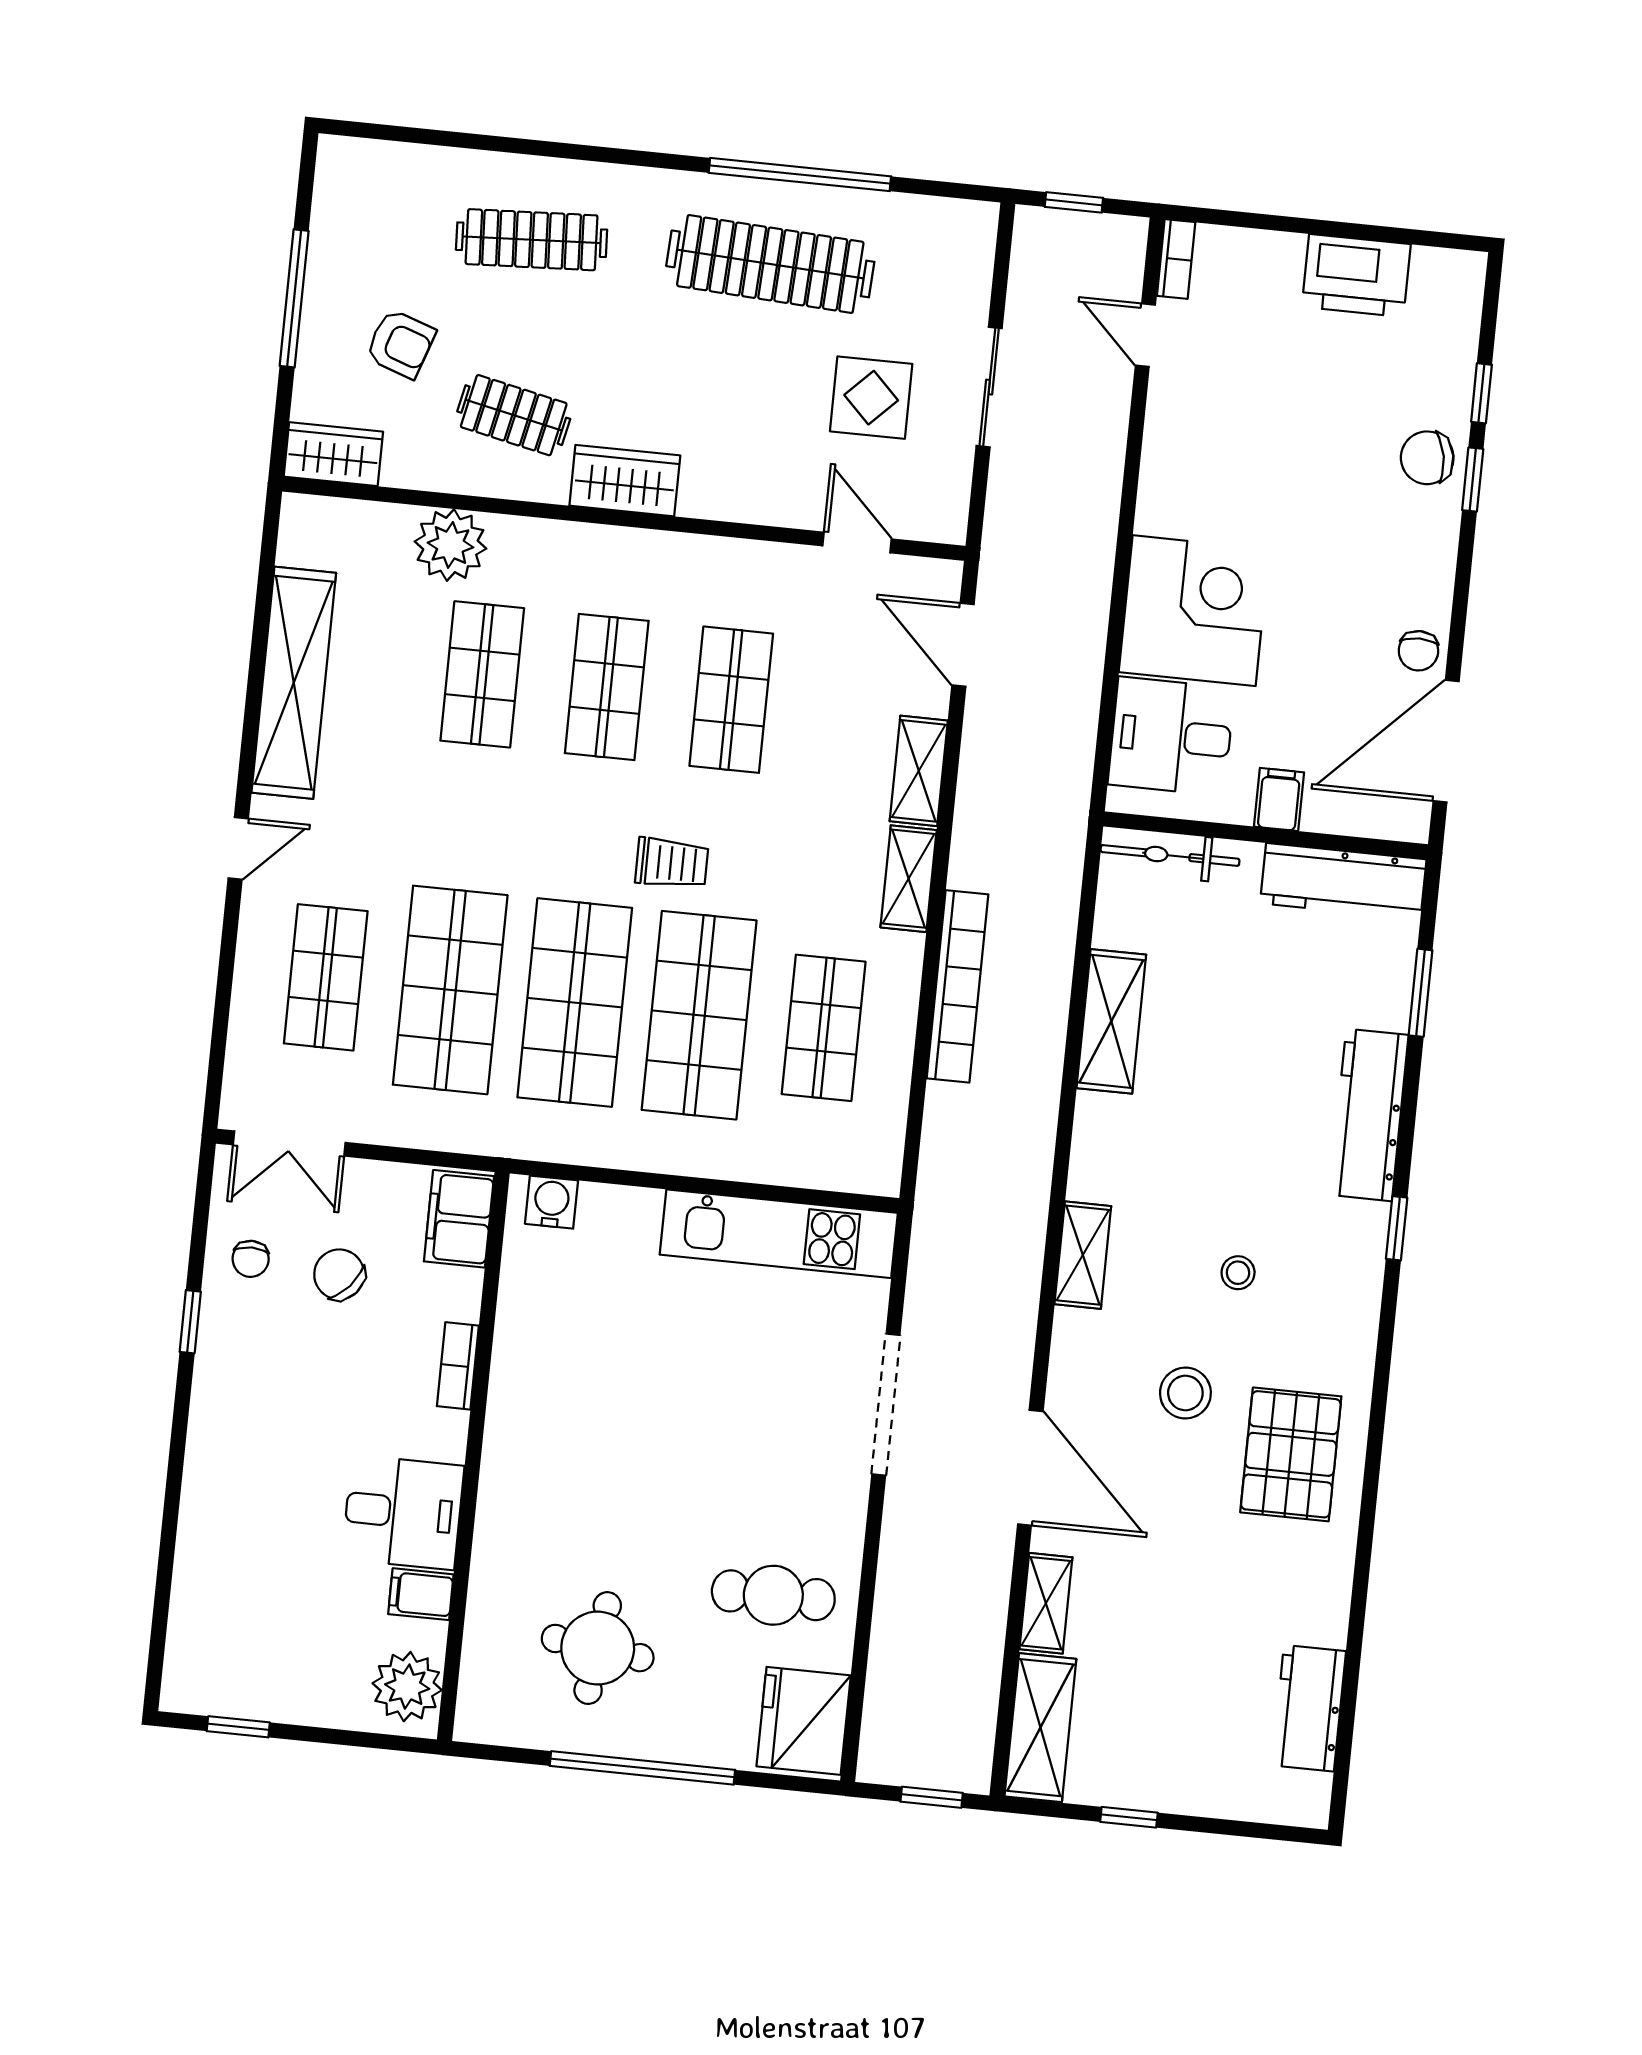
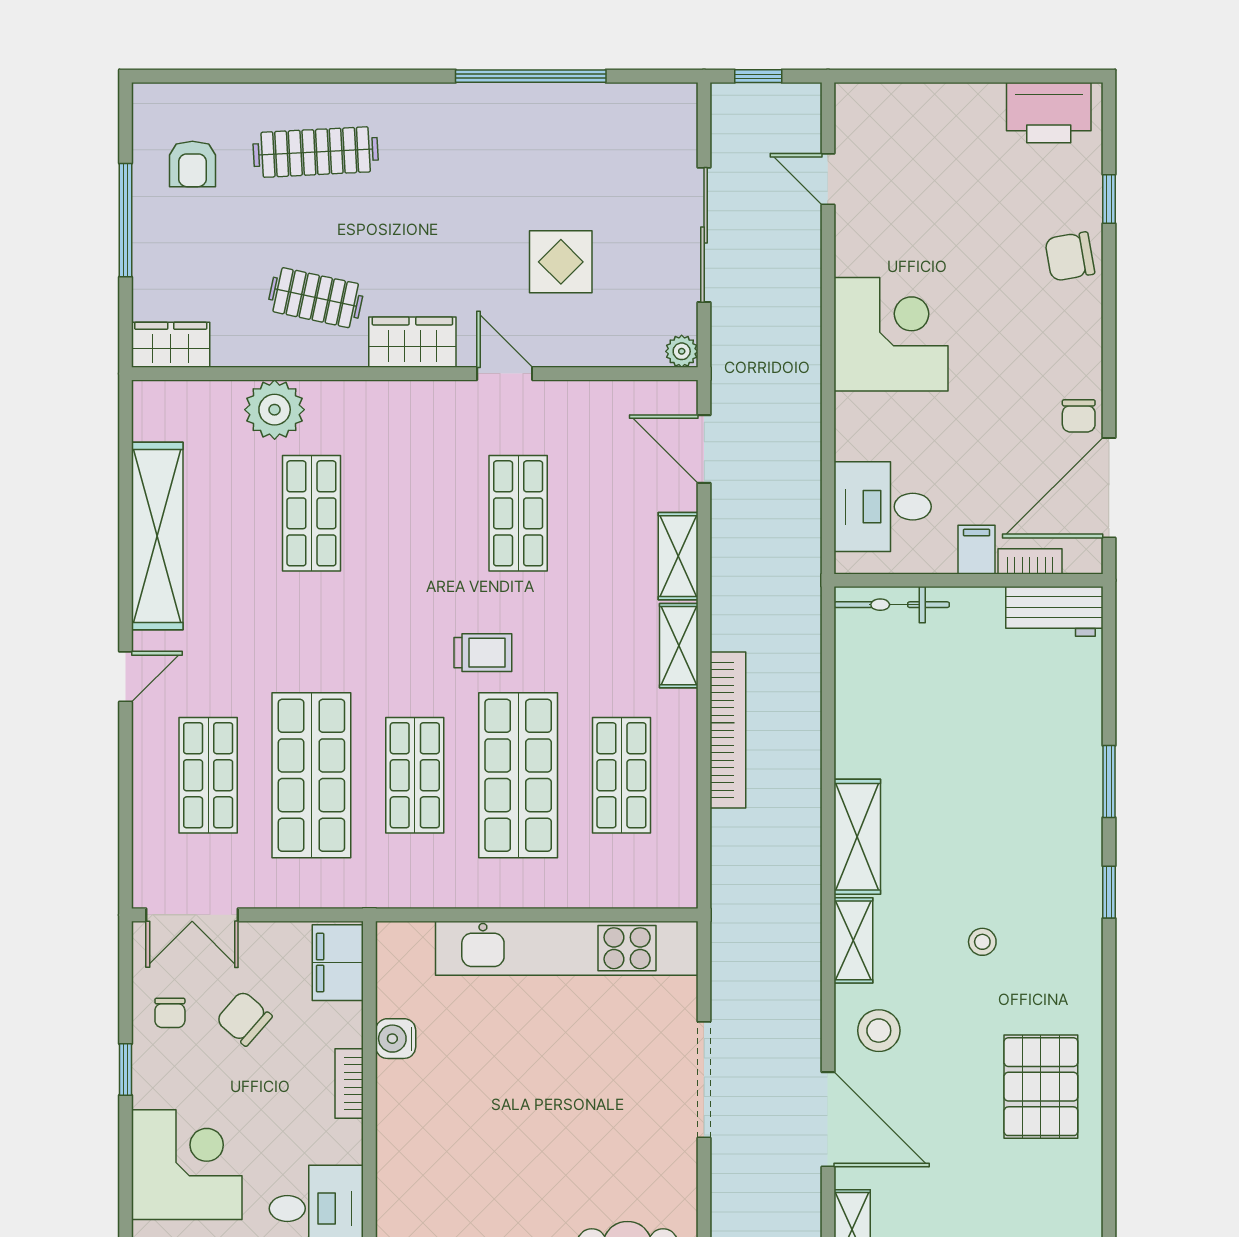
bookcase: (1176, 259) -> (1030, 561), moved, turned -90
clothes rail: (770, 264) -> (514, 152), removed
printer: (1356, 276) -> (1049, 113), moved
armchair: (401, 344) -> (192, 164), moved, turned 71
sliding door: (989, 387) -> (704, 235), width x1.37
display table: (871, 398) -> (561, 262), moved
window: (1473, 480) -> (1109, 271), removed
plant: (948, 524) -> (682, 351), added
door: (857, 542) -> (505, 374), moved
corner desk: (1194, 611) -> (891, 334), moved
shop shelf: (607, 687) -> (415, 513), removed
workbench: (1343, 881) -> (1054, 611), width x0.73
window: (1421, 993) -> (1109, 782), moved
shop shelf: (575, 1003) -> (415, 775), width x0.70, depth x0.74
shelving: (1111, 1021) -> (857, 837), moved
workbench: (1369, 1115) -> (1077, 801), removed
water cooler: (552, 1202) -> (396, 1039), moved, turned -90
kitchen unit: (779, 1234) -> (567, 948), width x1.36
stool: (1185, 1393) -> (879, 1031), moved
corner desk: (252, 1444) -> (187, 1165), added

